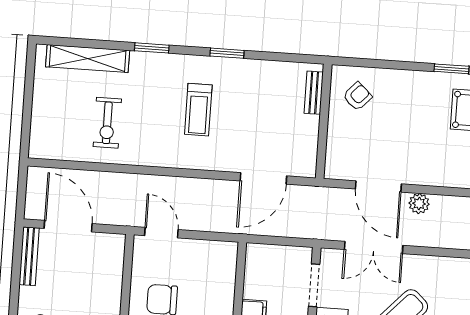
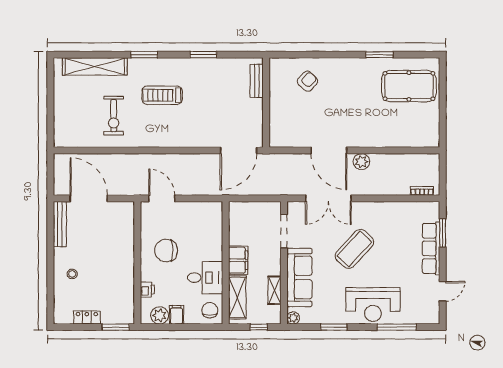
bench: (314, 93) -> (257, 81), moved
treadmill: (198, 110) -> (162, 95), moved, turned 90
wall: (324, 121) -> (266, 103), moved

